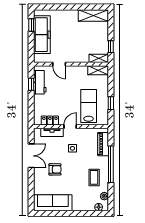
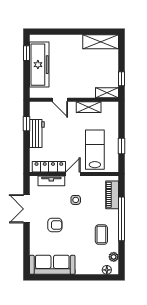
shelving: (98, 70) -> (89, 107), moved
workbench: (40, 82) -> (37, 134), moved
locker: (50, 120) -> (49, 167), width x1.53
double door: (31, 156) -> (27, 209), swing flipped

